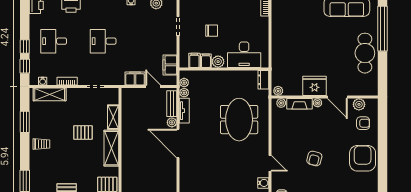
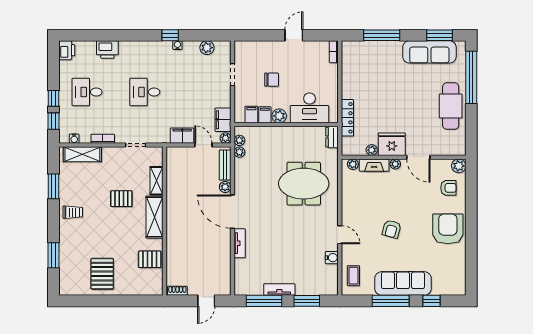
locker: (277, 63) -> (347, 118), added
plant: (172, 81) -> (225, 138), added
plant: (278, 91) -> (372, 150), moved
plant: (359, 104) -> (459, 166), moved
tv unit: (184, 111) -> (240, 243), moved
meeting table: (239, 120) -> (304, 184), turned 90

